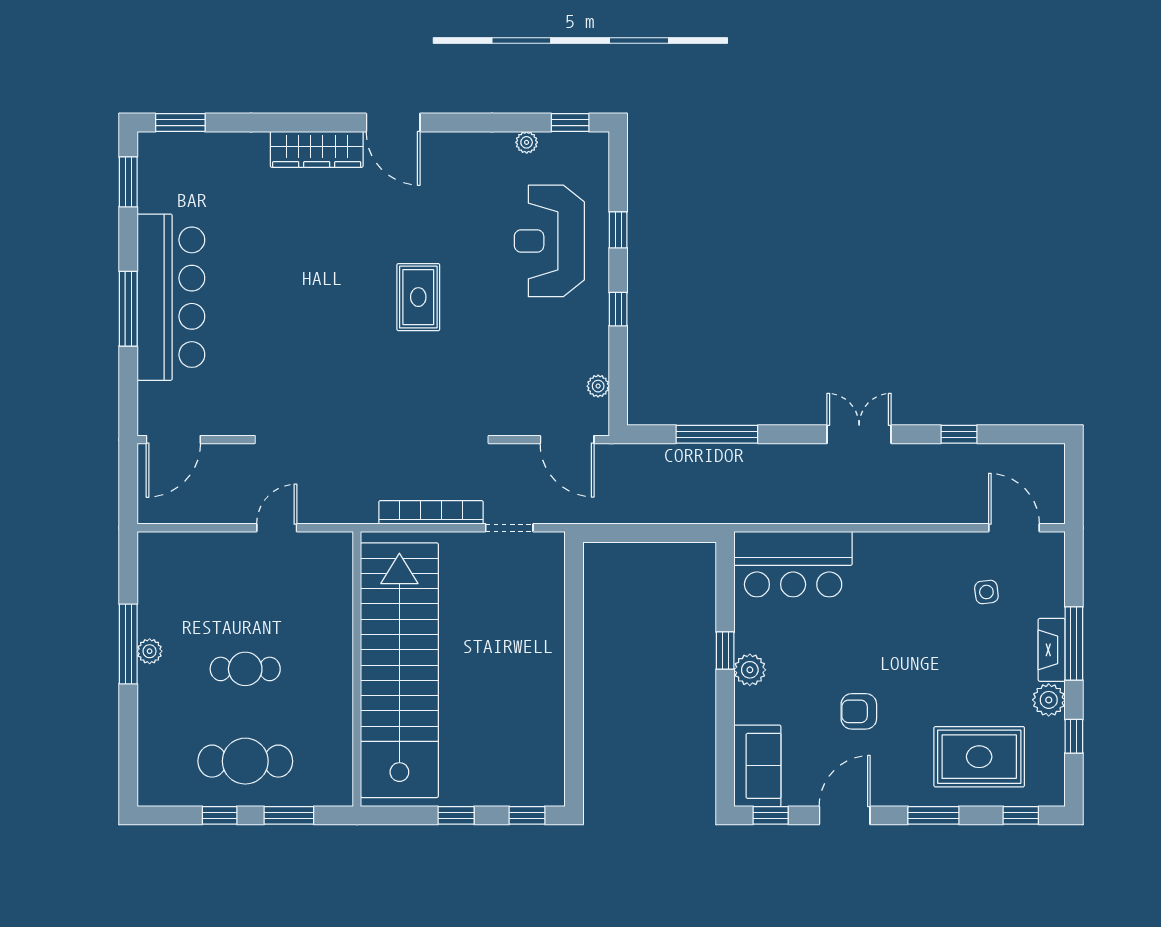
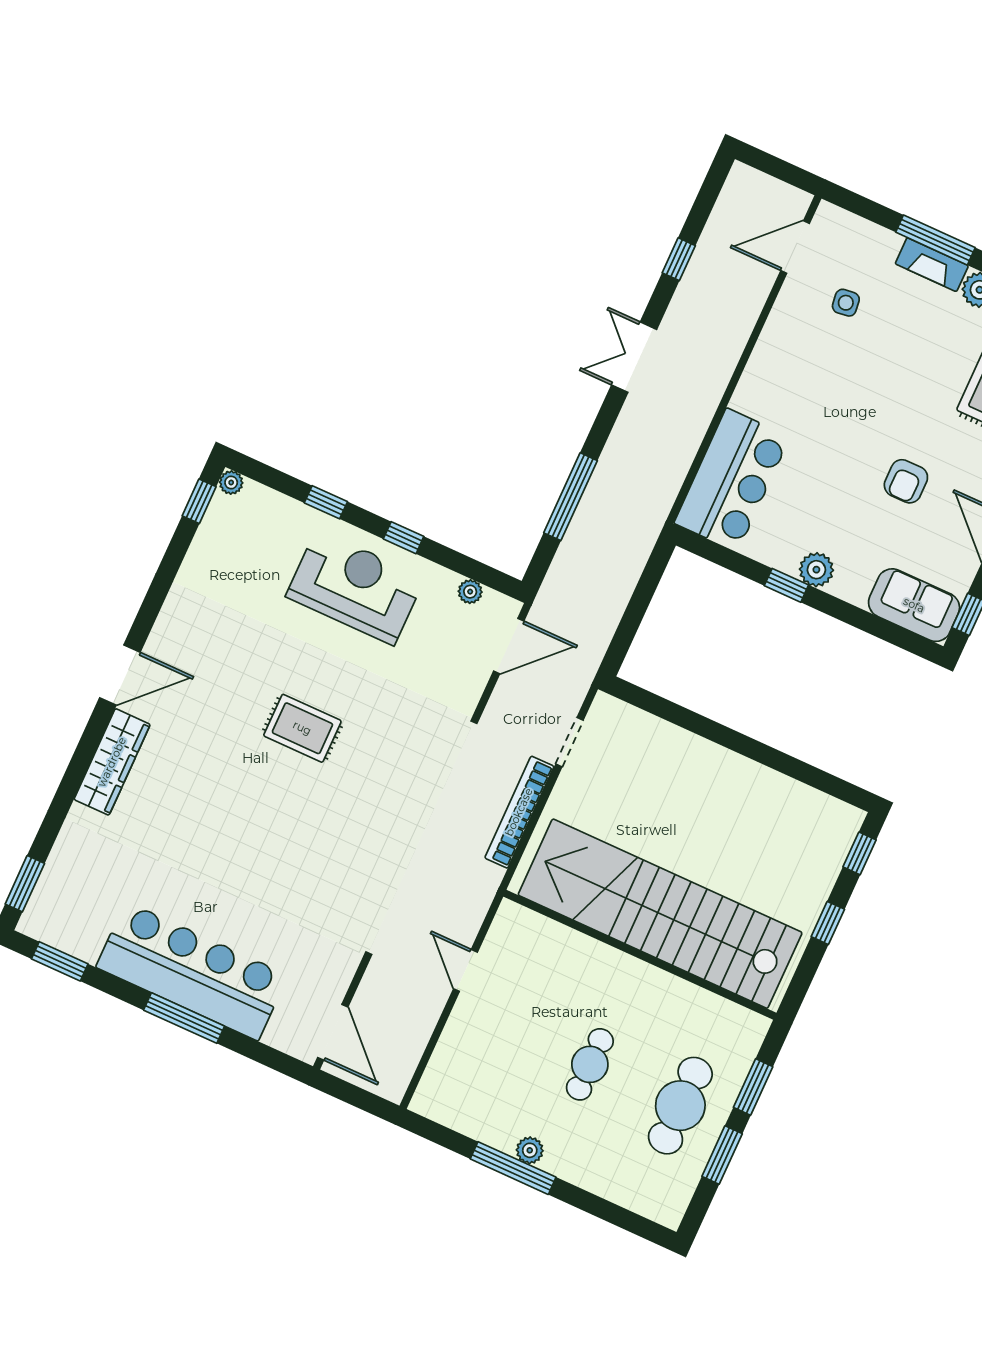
plant: (527, 142) -> (231, 483), moved
reception desk: (549, 241) -> (355, 587), moved, turned 180
window: (220, 815) -> (722, 1155), width x1.50

